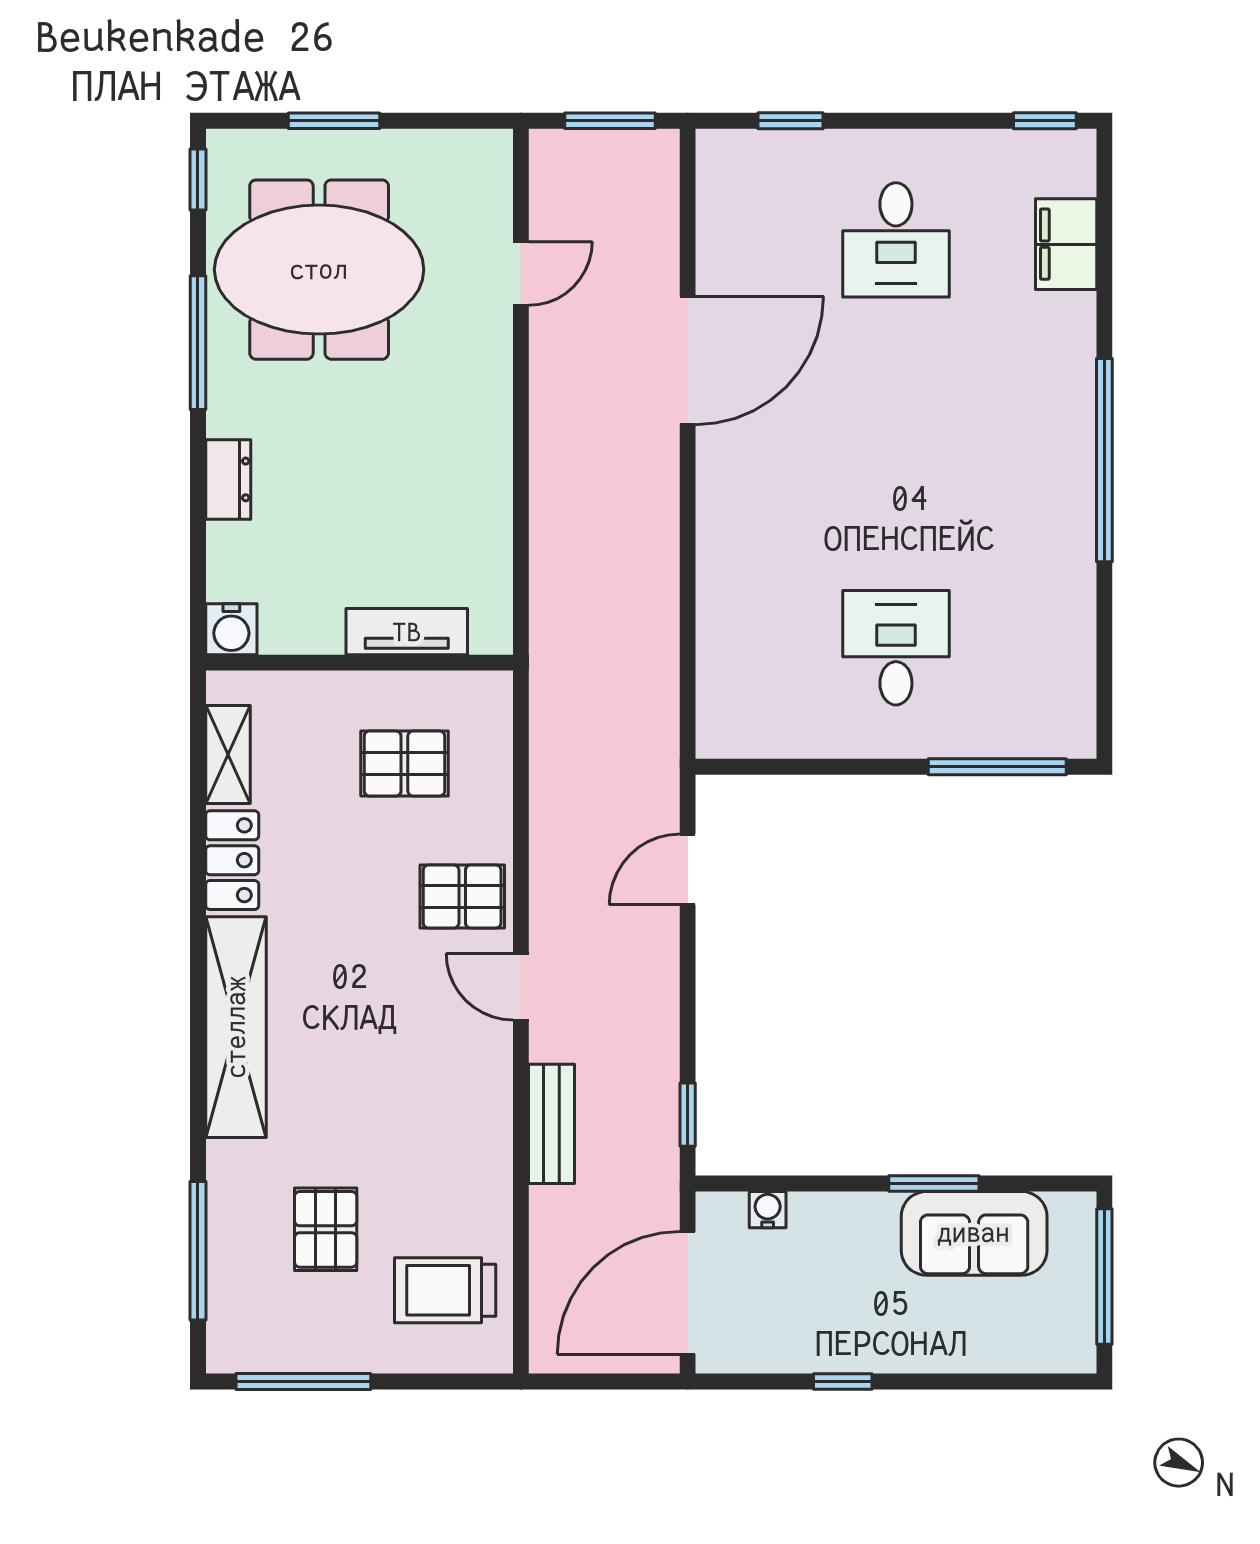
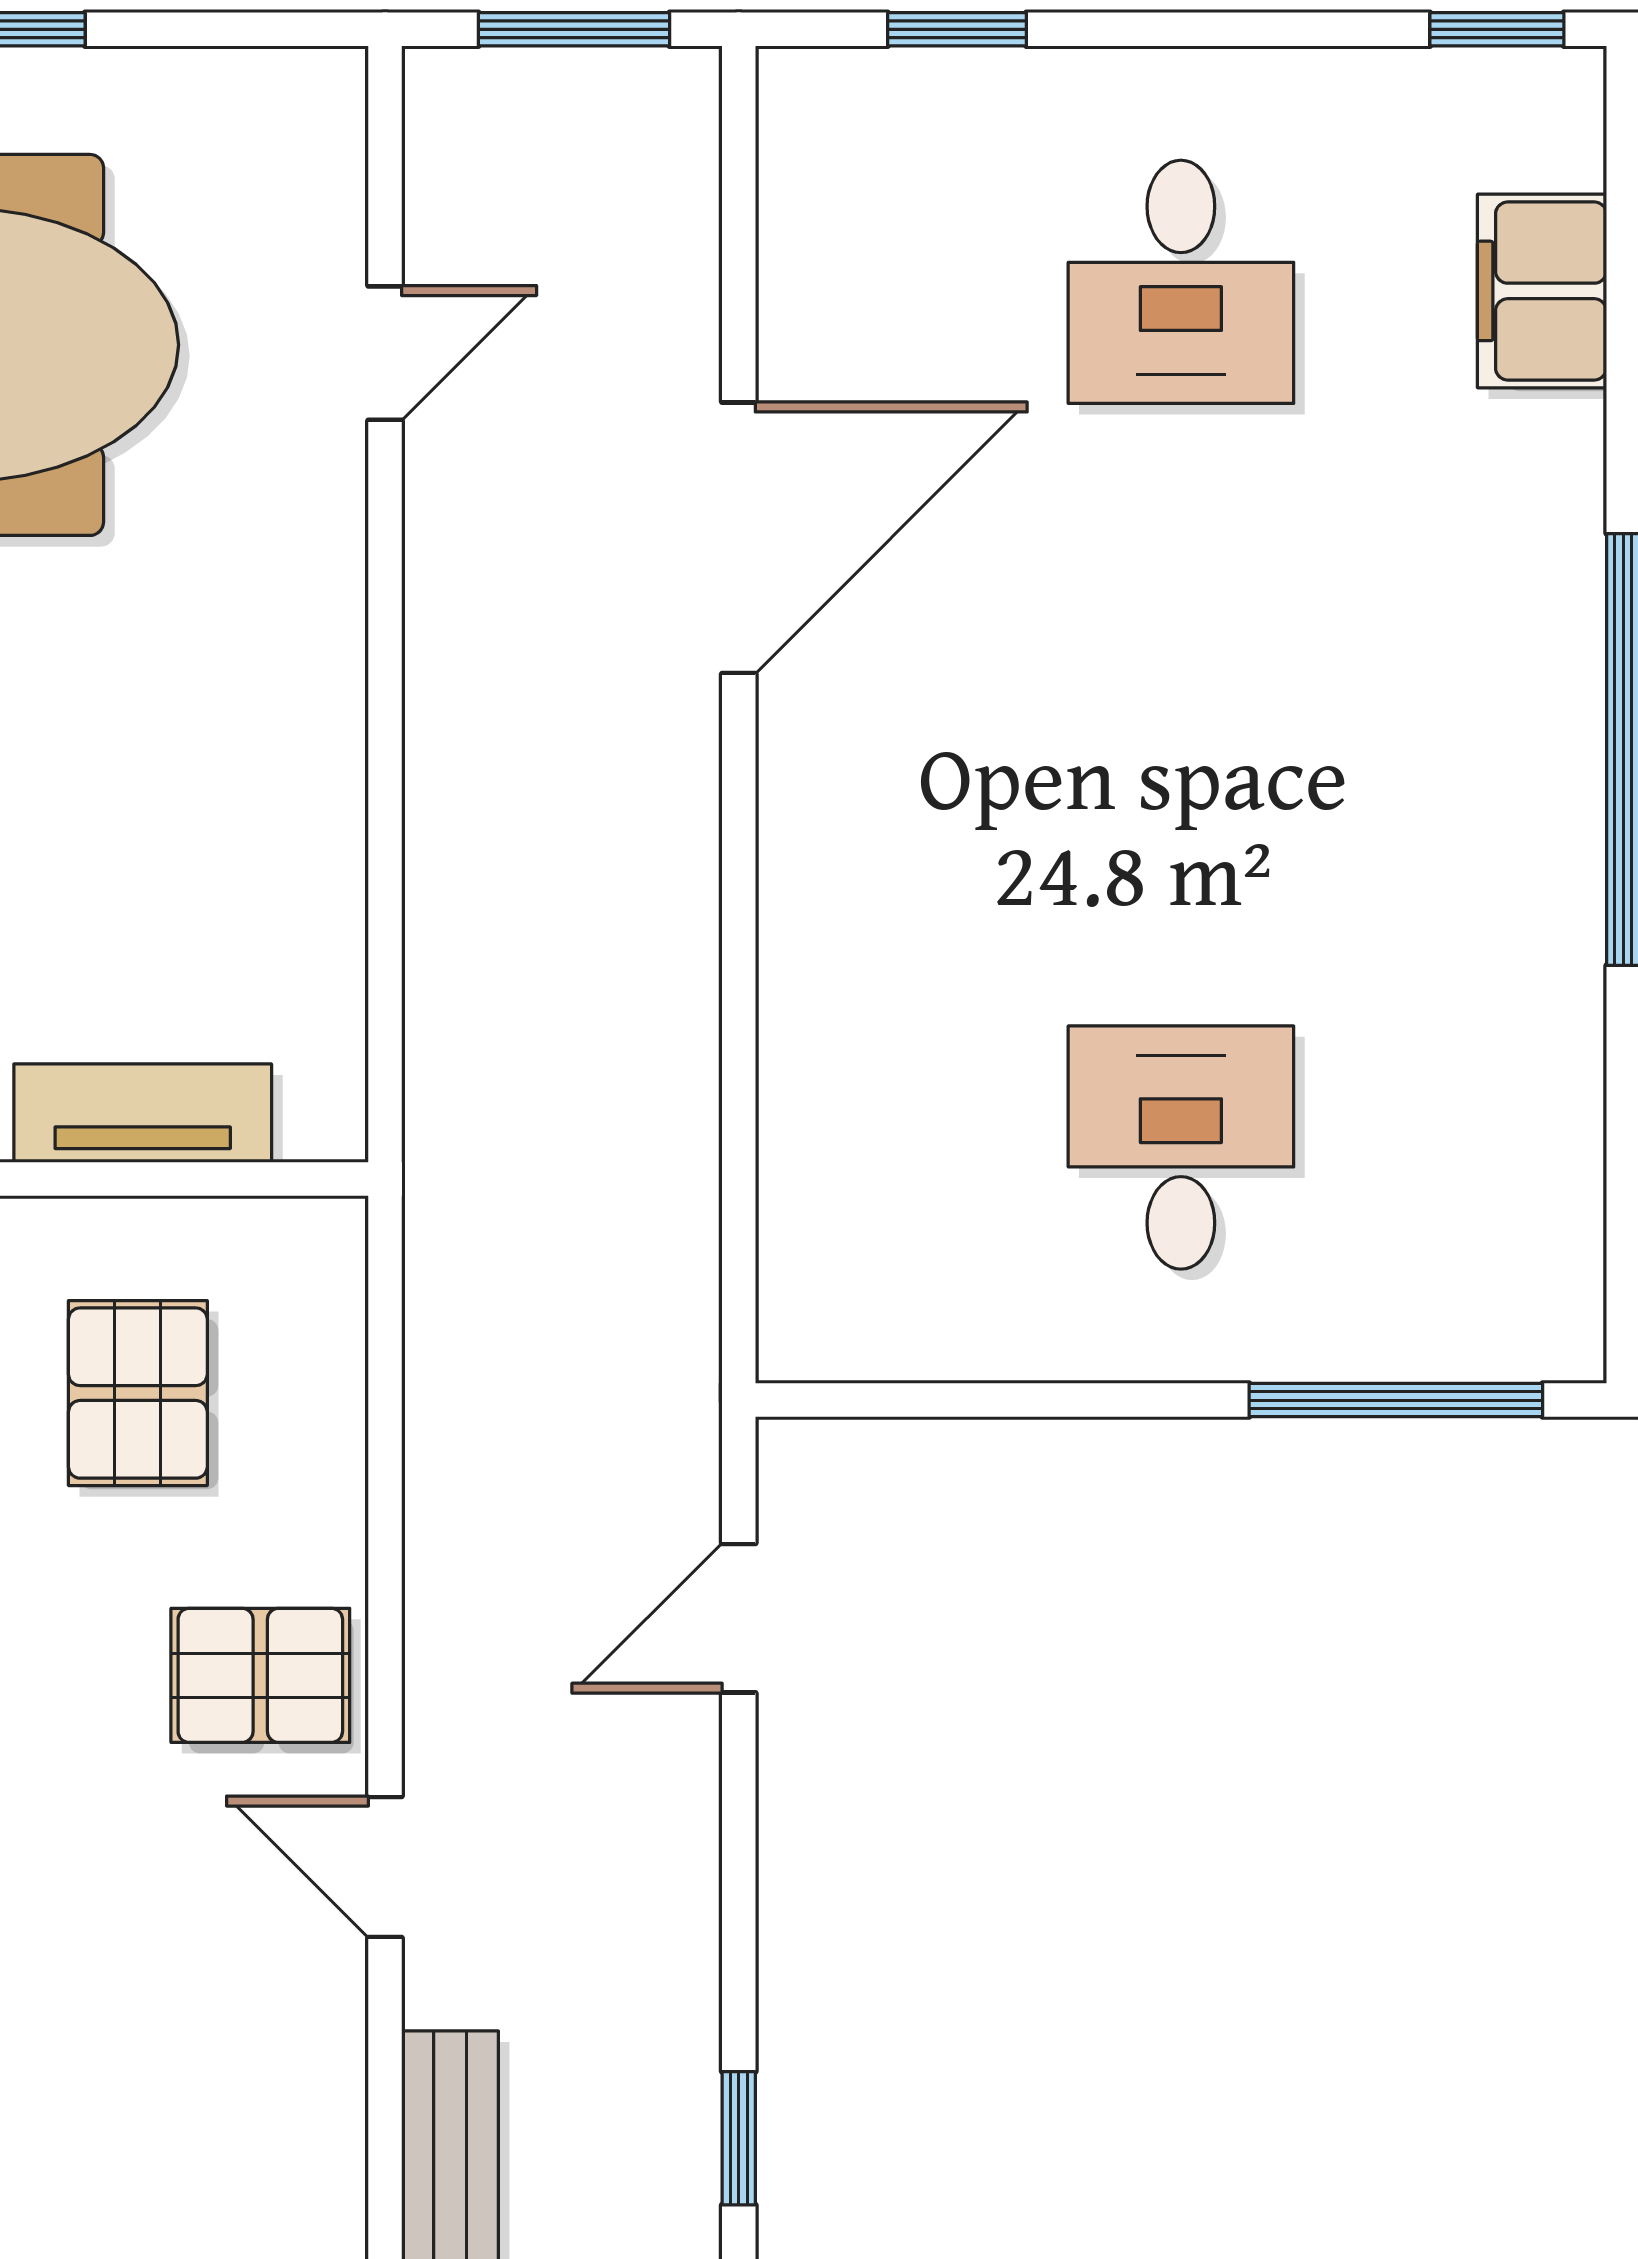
pallet: (404, 763) -> (138, 1393), turned 90

